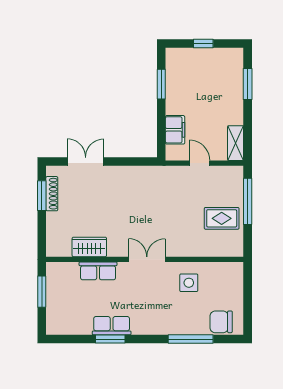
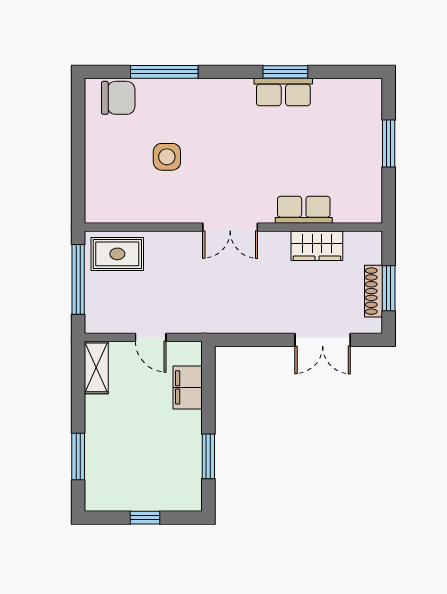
wardrobe: (89, 247) -> (317, 246), moved
wall: (145, 259) -> (233, 227), moved
double door: (147, 259) -> (230, 227), moved
row of seats: (98, 271) -> (304, 210), moved

